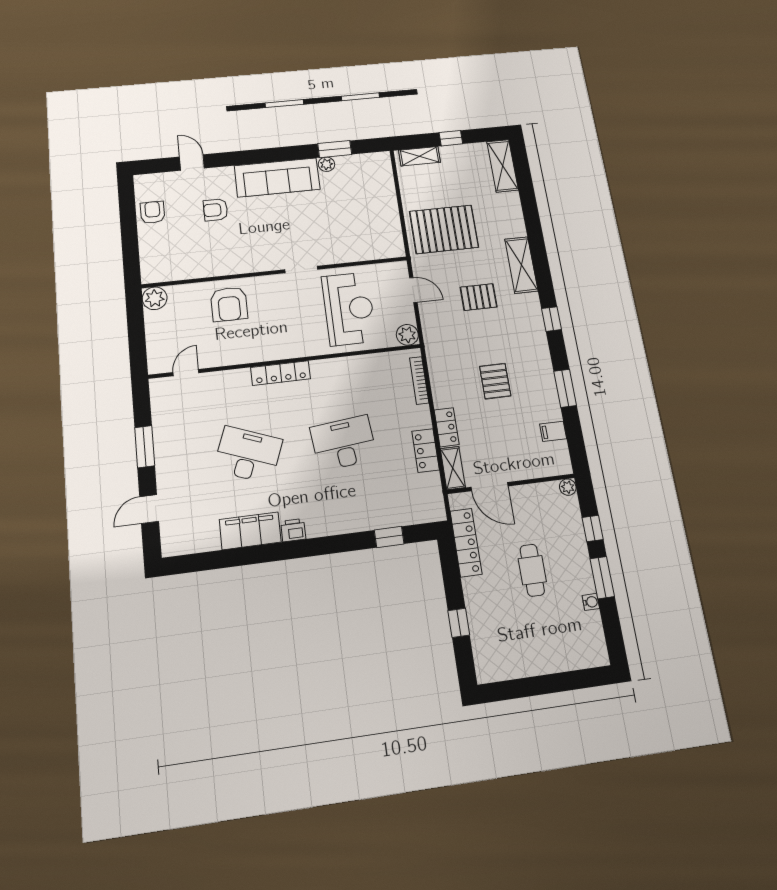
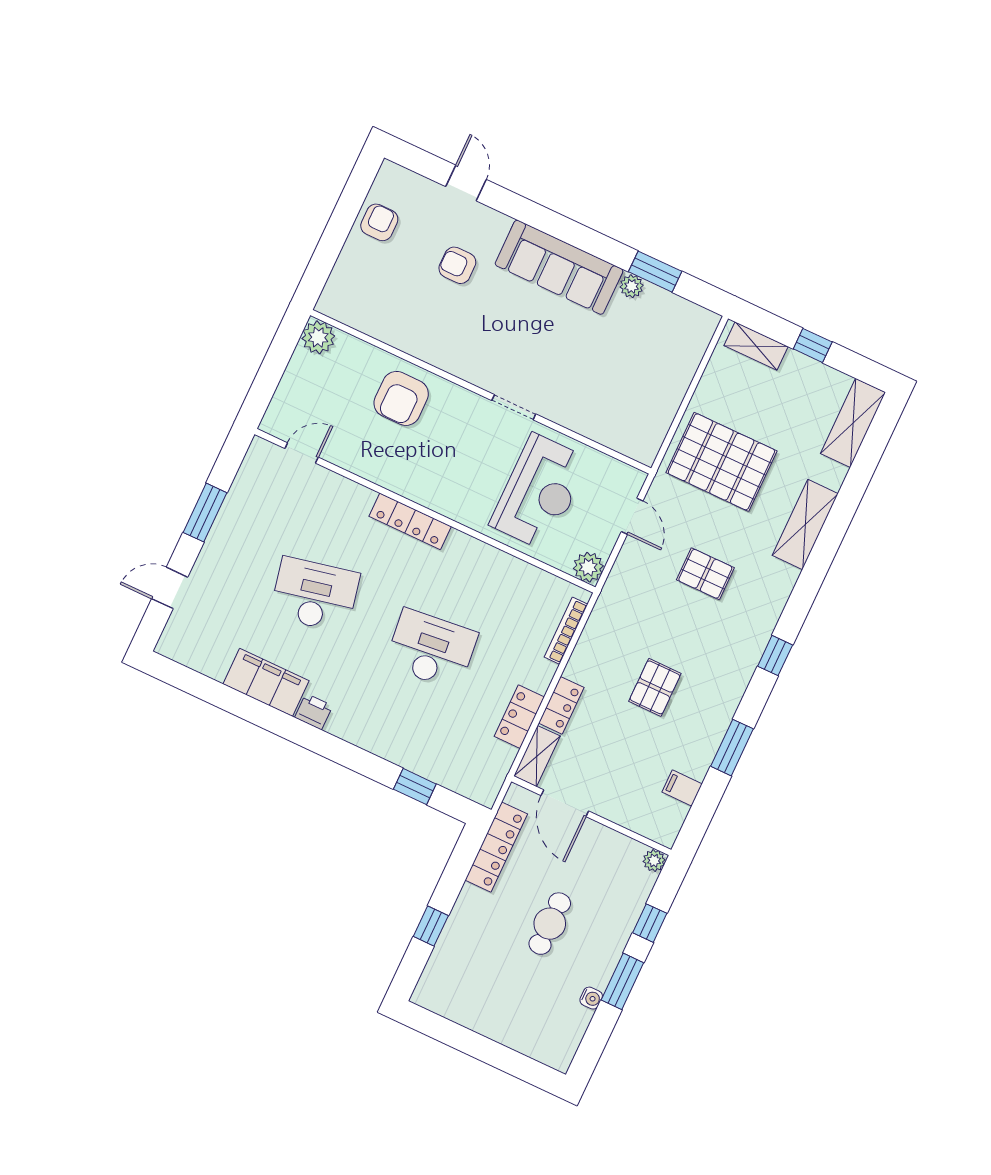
shelving: (521, 265) -> (805, 525), moved
desk: (248, 455) -> (315, 595), turned -33

